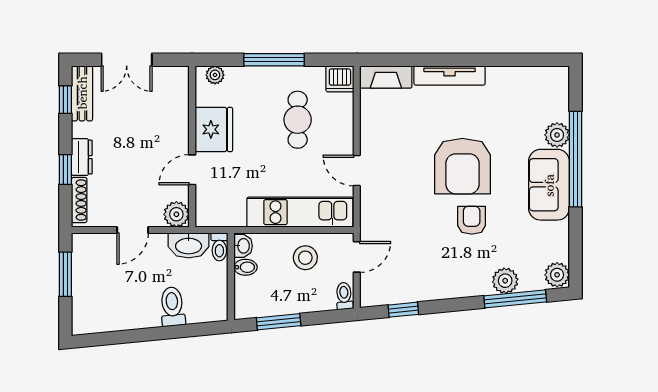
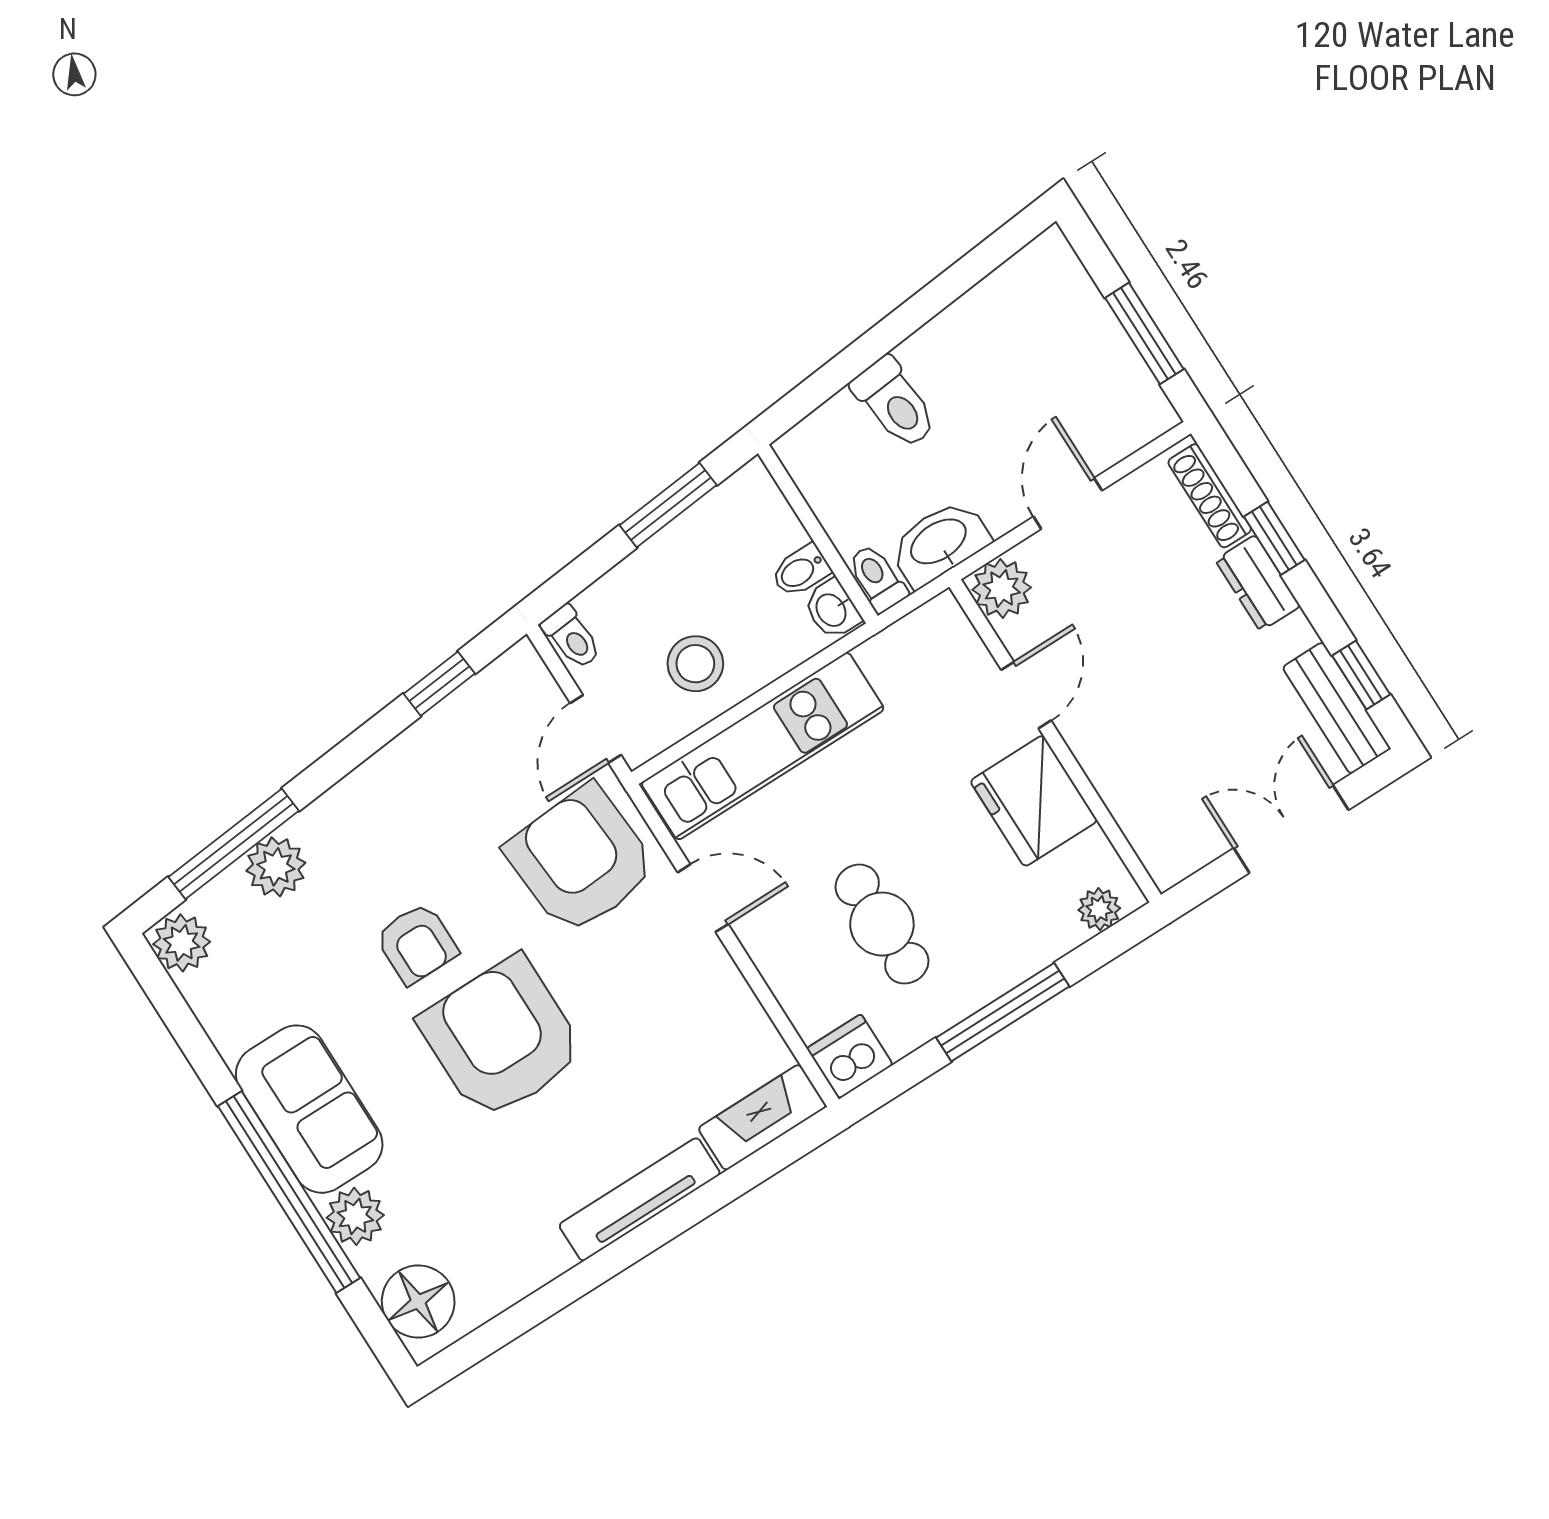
floor lamp: (554, 89) -> (418, 1302), added
armchair: (392, 213) -> (581, 860), added

